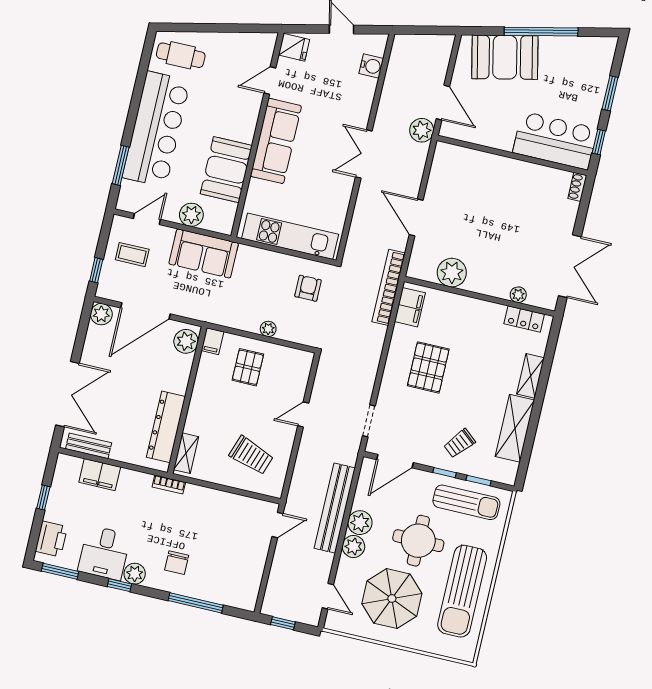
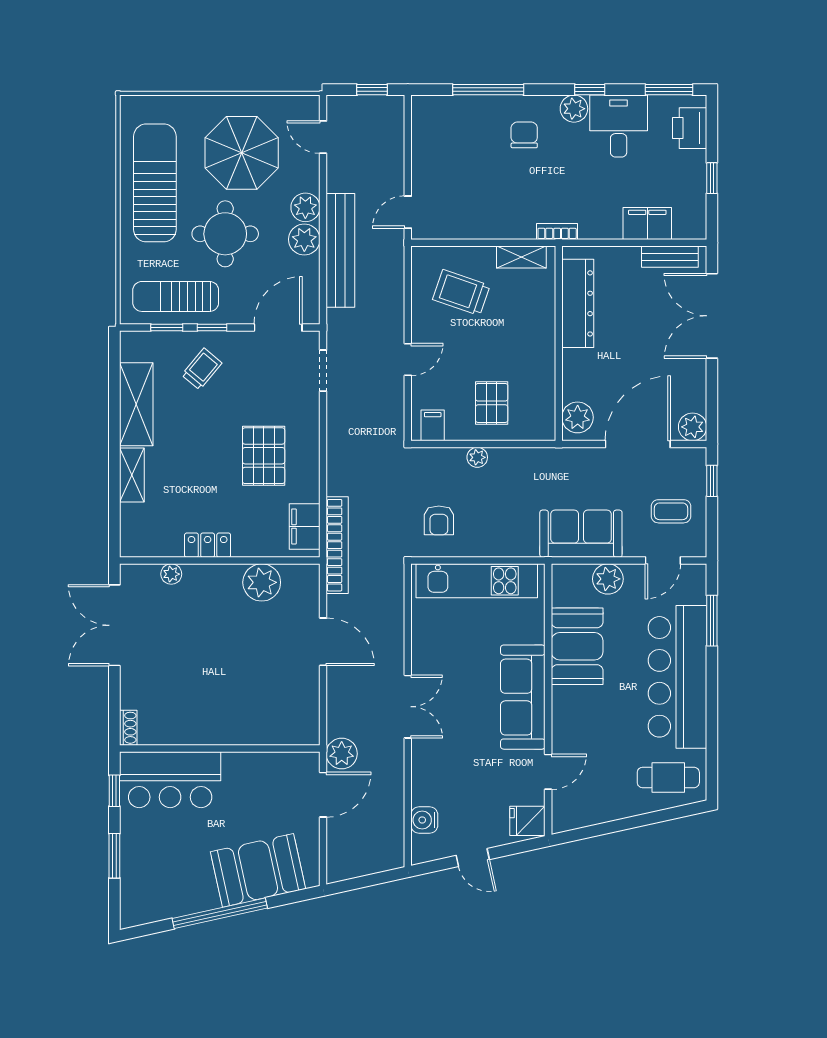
door: (443, 103) -> (323, 795), swing flipped
locker: (524, 319) -> (208, 545), moved
filing cabinet: (212, 341) -> (433, 425), moved
shelving: (186, 453) -> (521, 257), moved, turned 90

